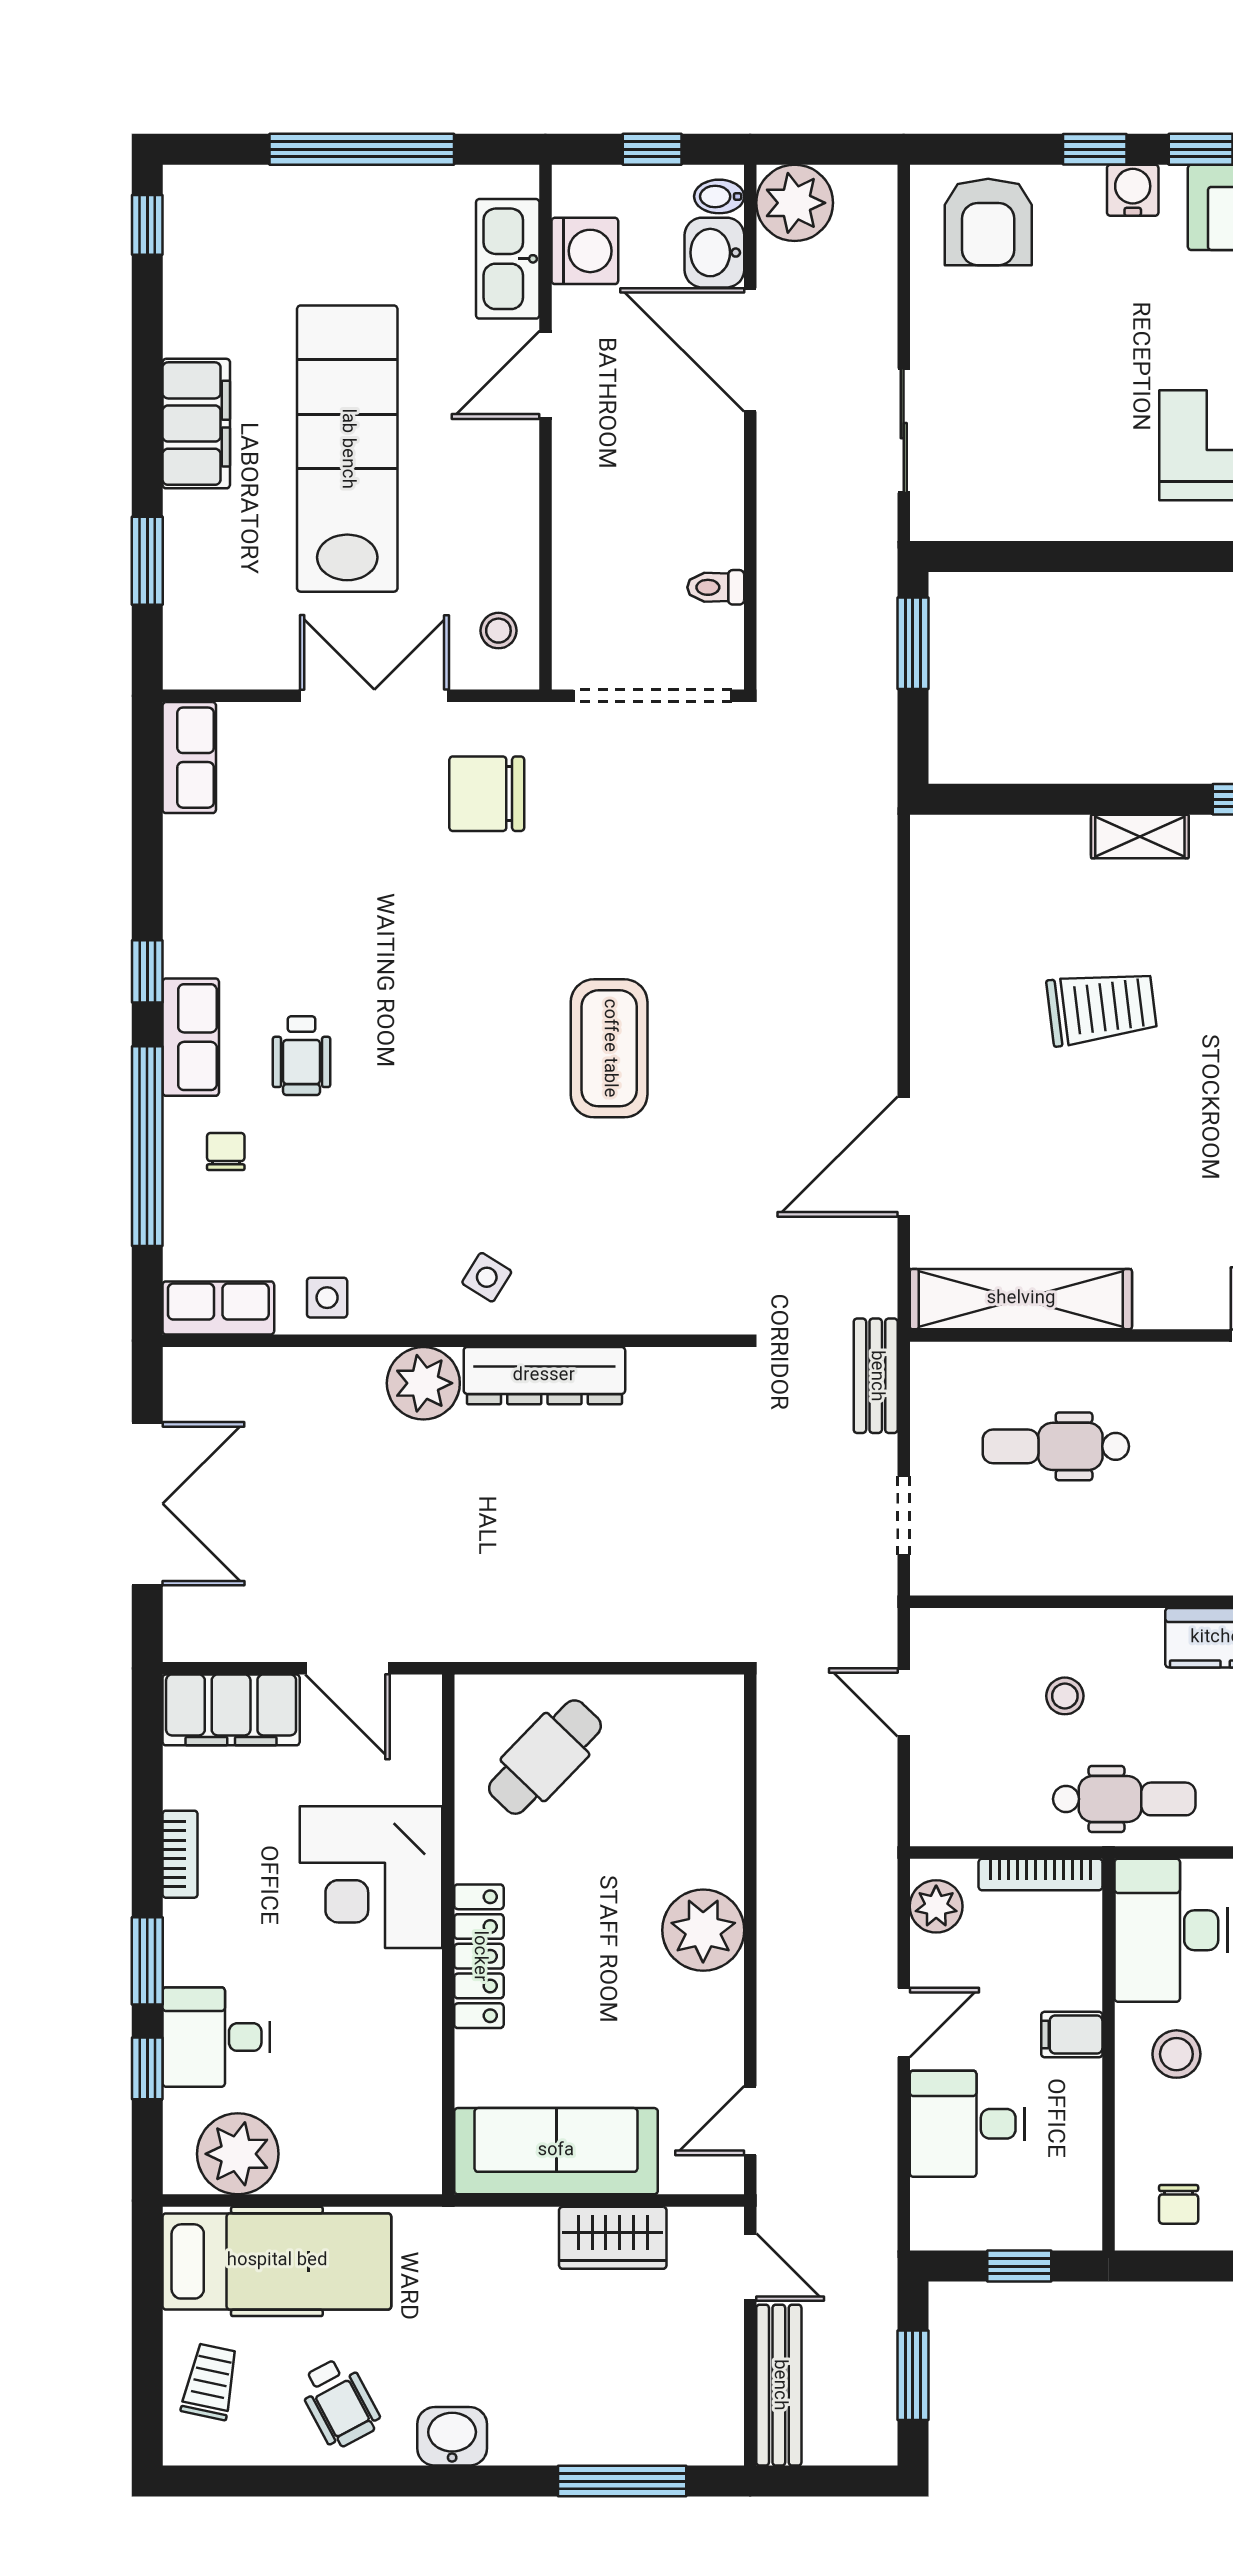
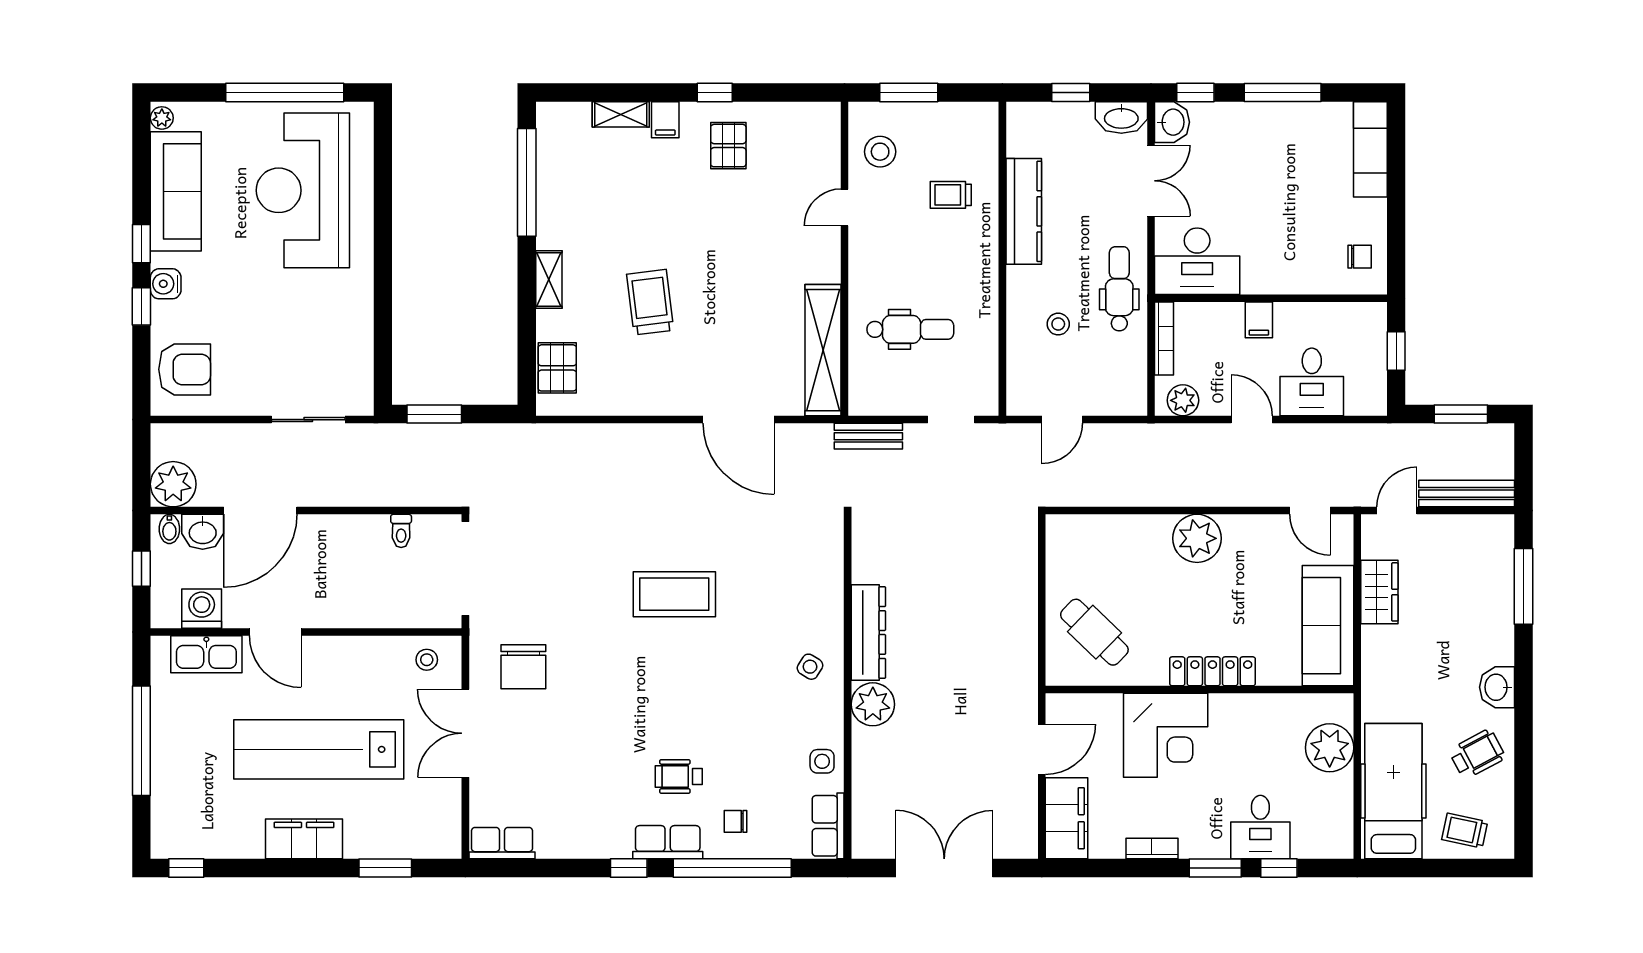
pallet: (991, 851) -> (557, 368), added
wheelchair: (302, 1056) -> (679, 776), turned 180
dental chair: (1056, 1446) -> (910, 329), turned -90
stool: (1176, 2054) -> (1270, 258), removed
plant: (238, 2154) -> (1330, 748), moved

